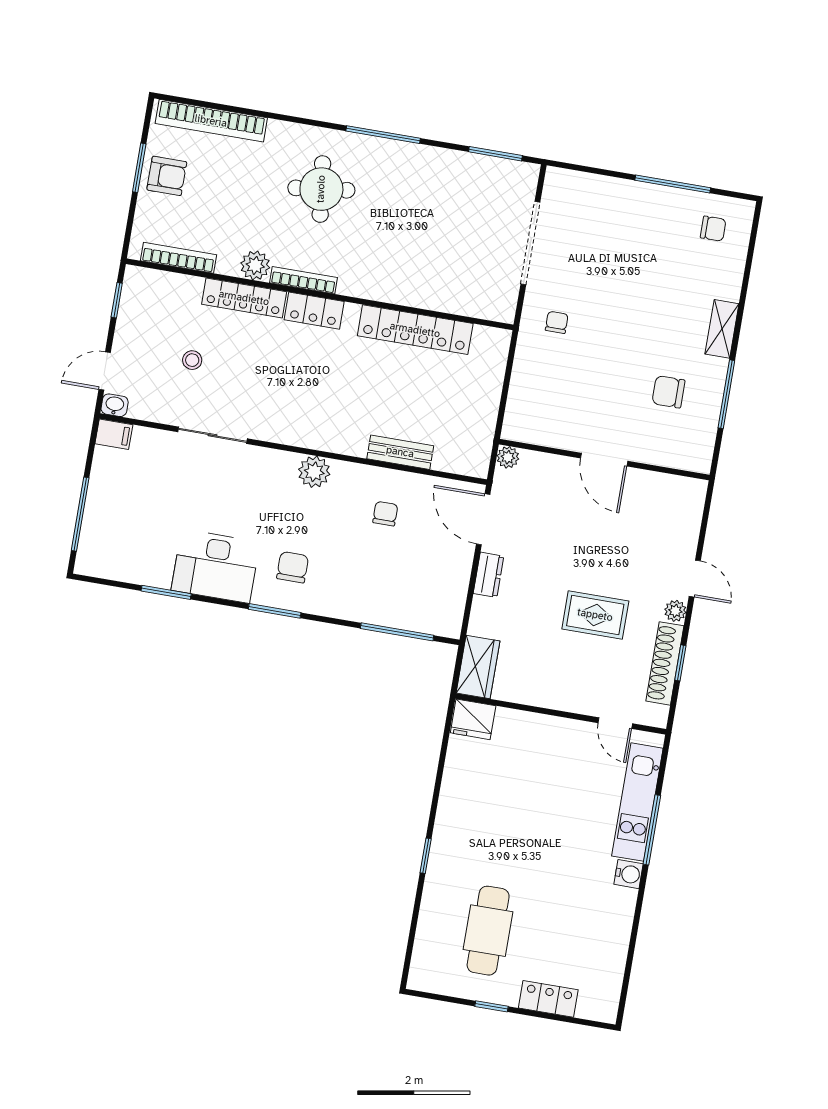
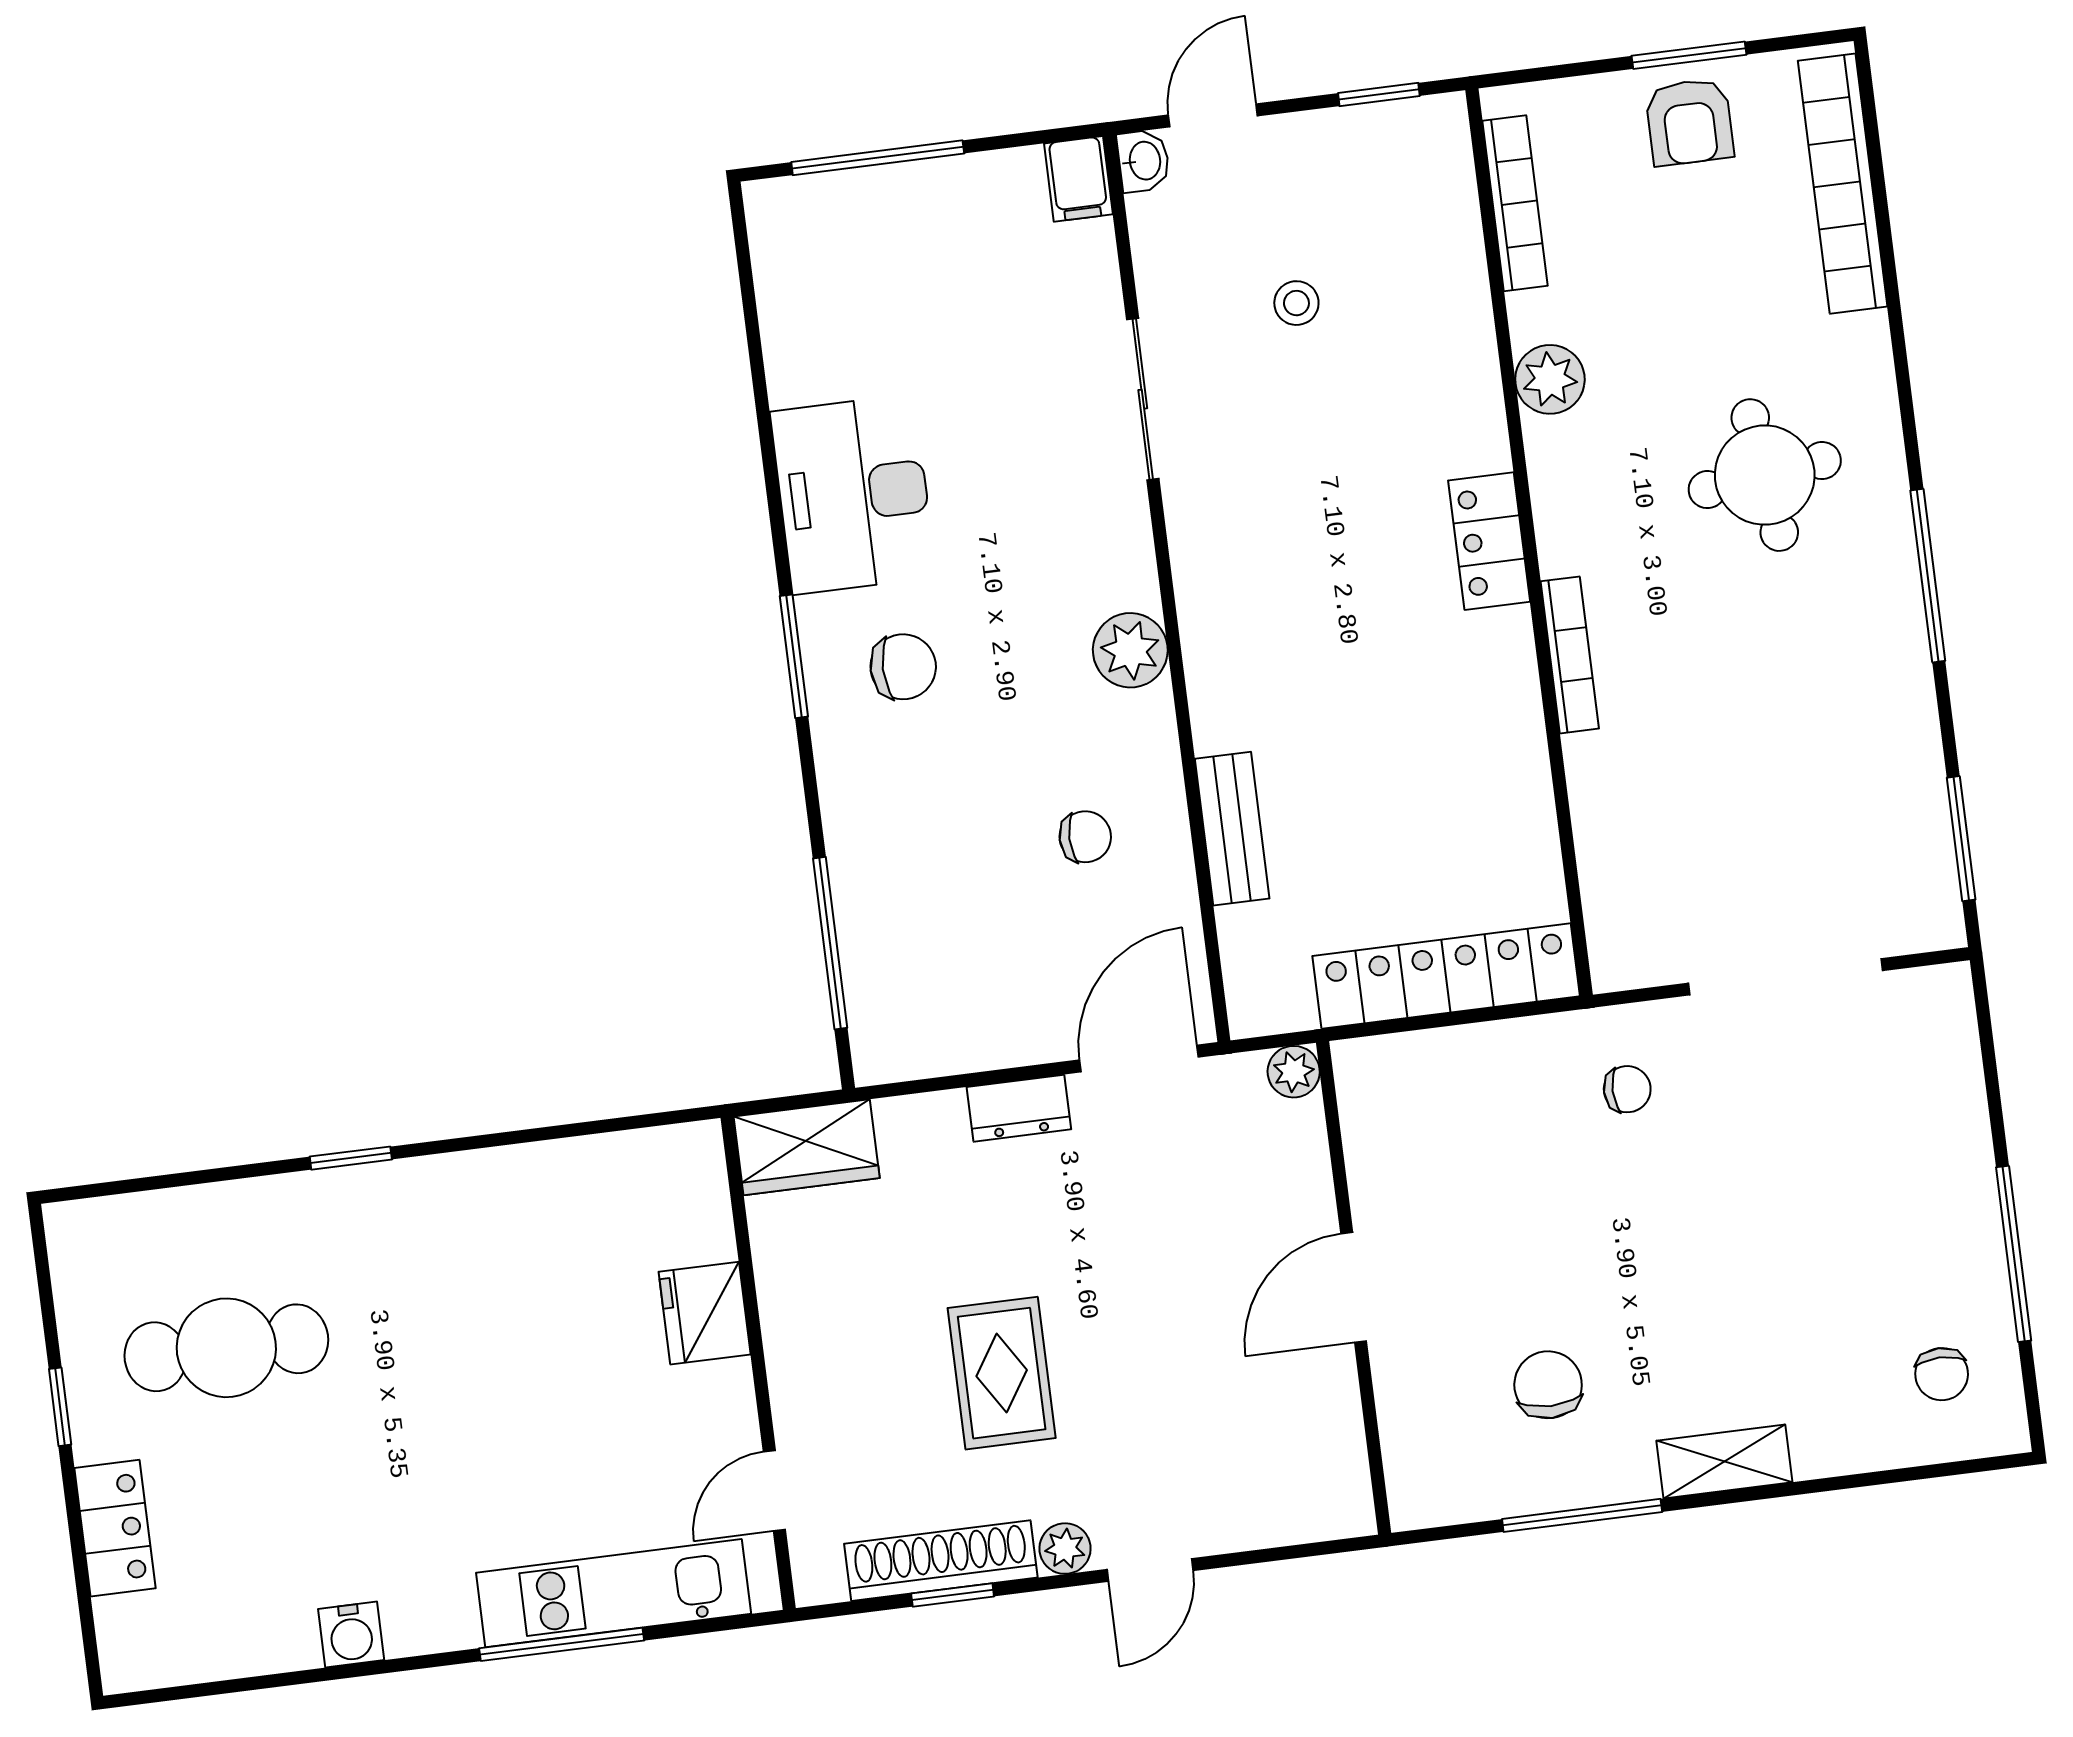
bookcase: (304, 280) -> (1570, 655), moved
locker: (244, 298) -> (1470, 377), removed
locker: (415, 330) -> (1446, 976), moved, turned 90
door: (105, 371) -> (1213, 115), hinge flipped
window: (166, 592) -> (762, 402), removed
fridge: (473, 719) -> (705, 1313), moved
water cooler: (629, 874) -> (351, 1635), moved

